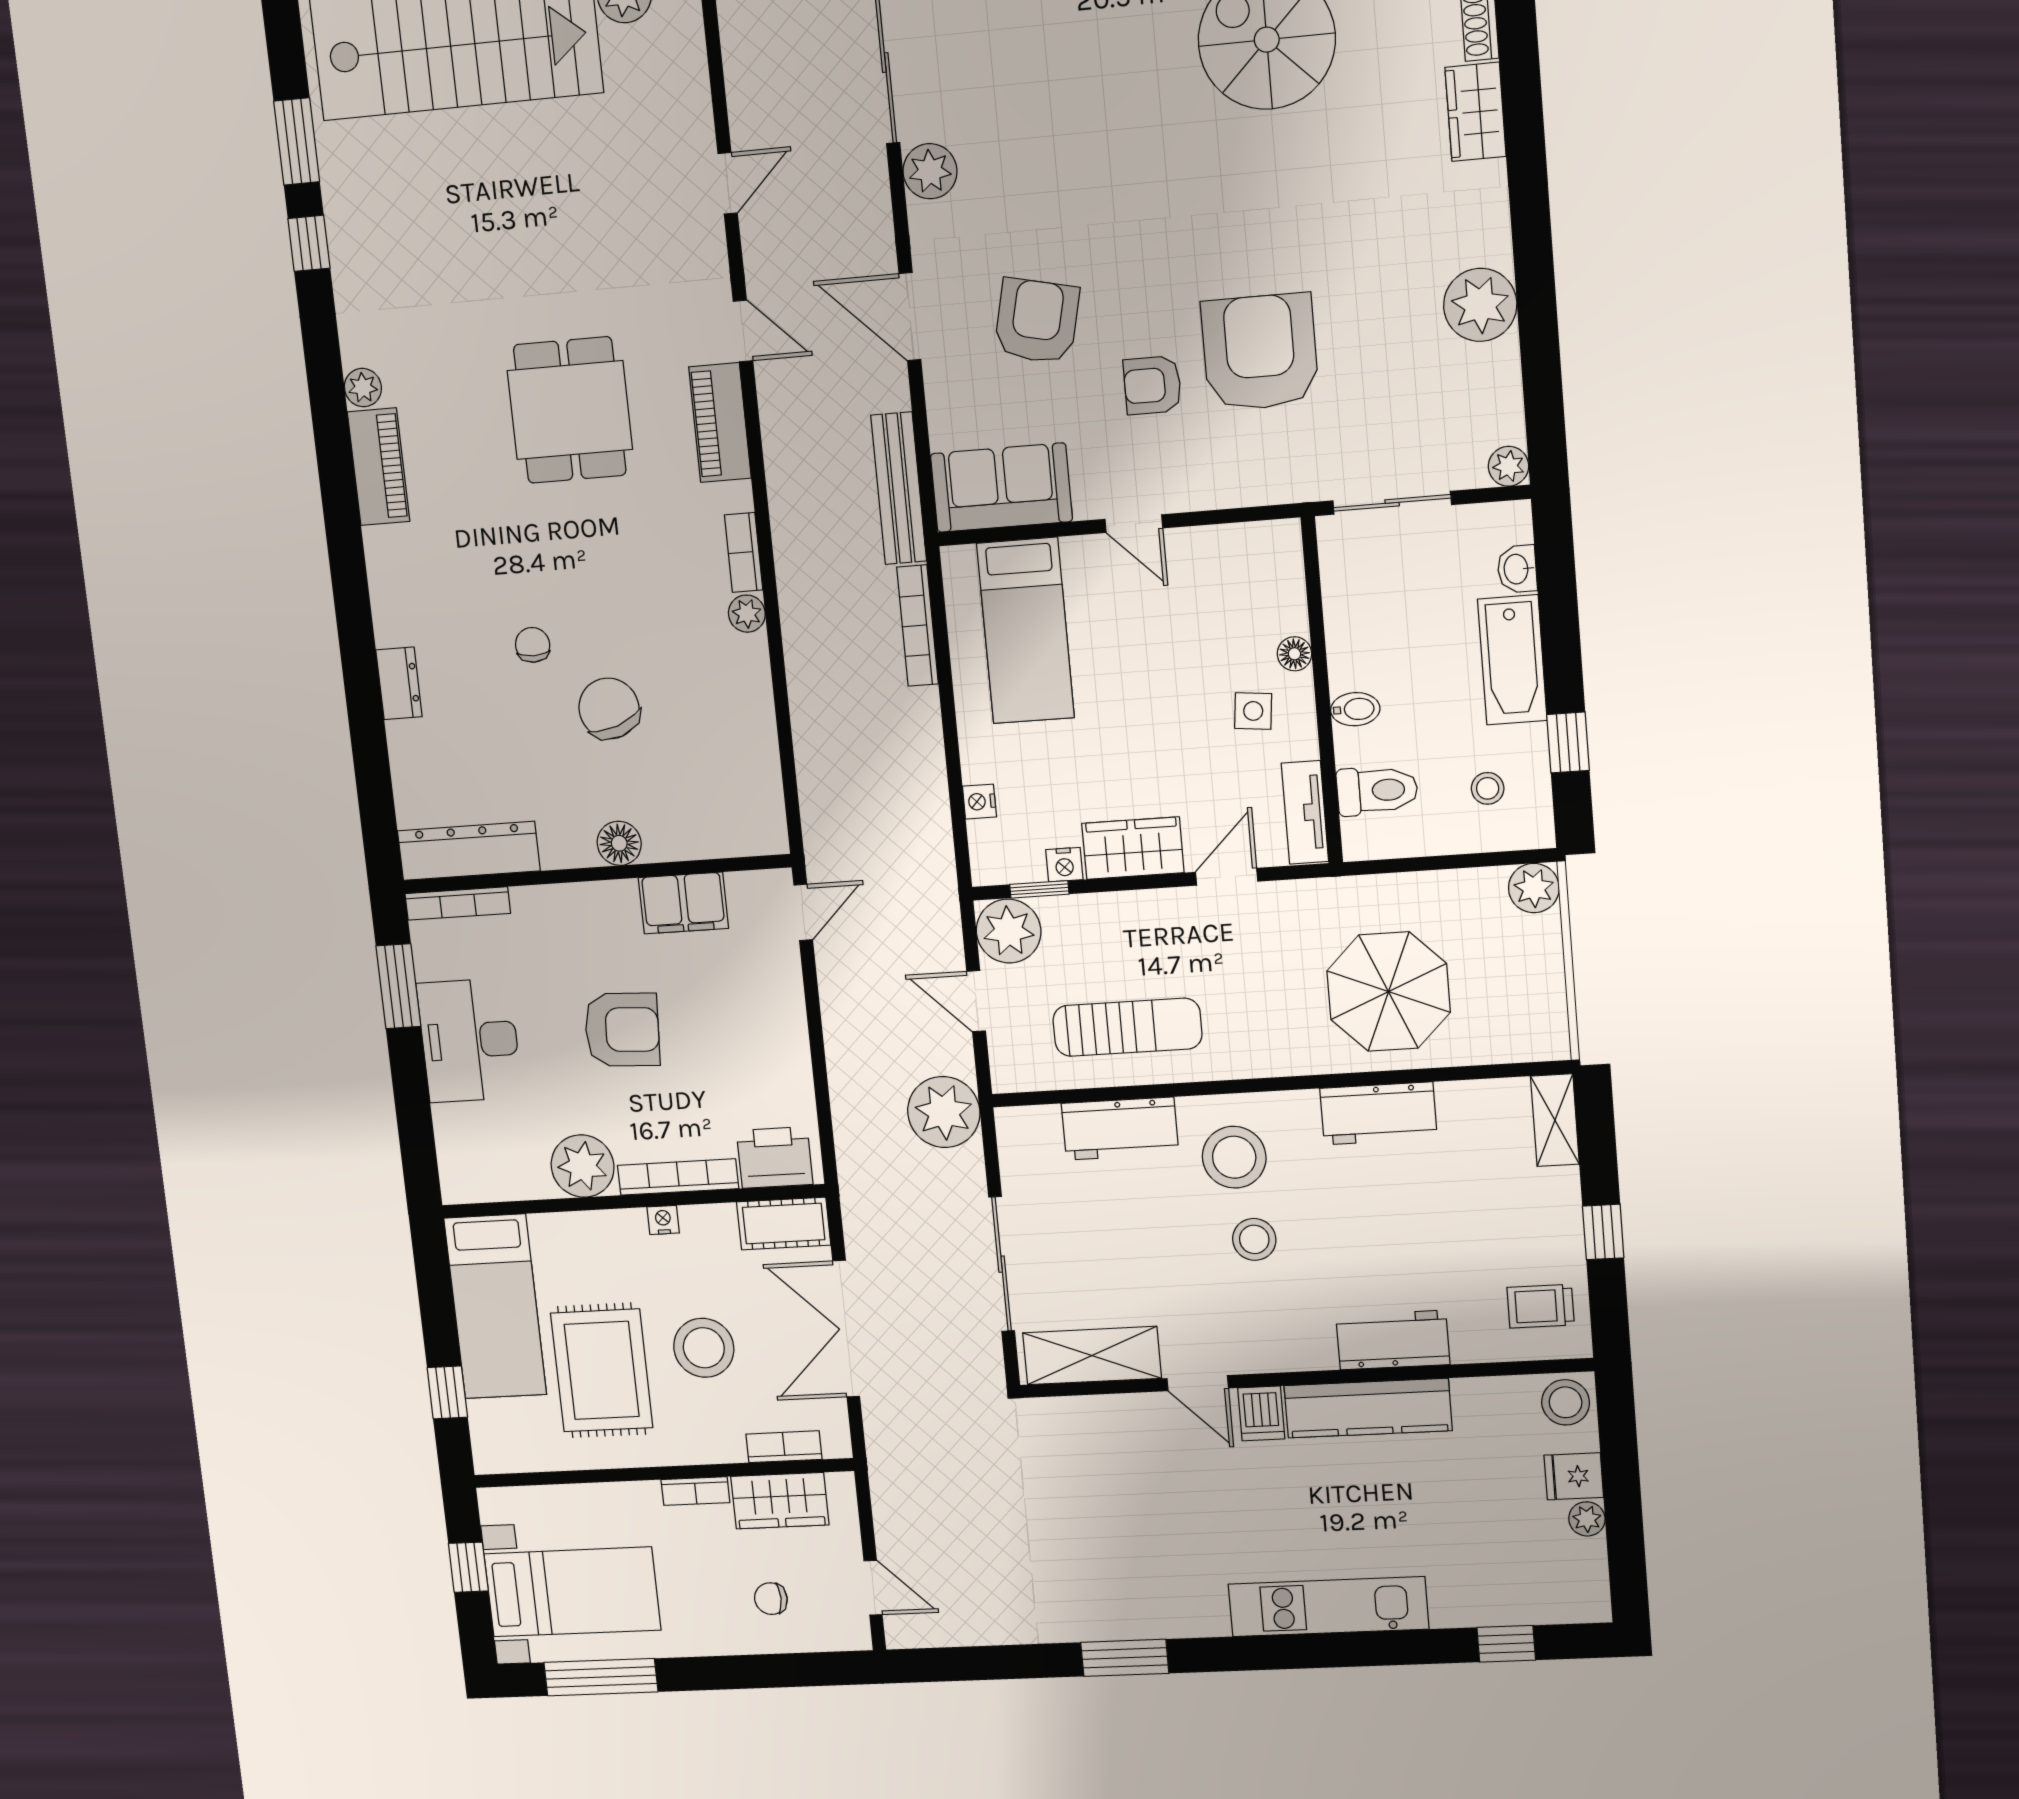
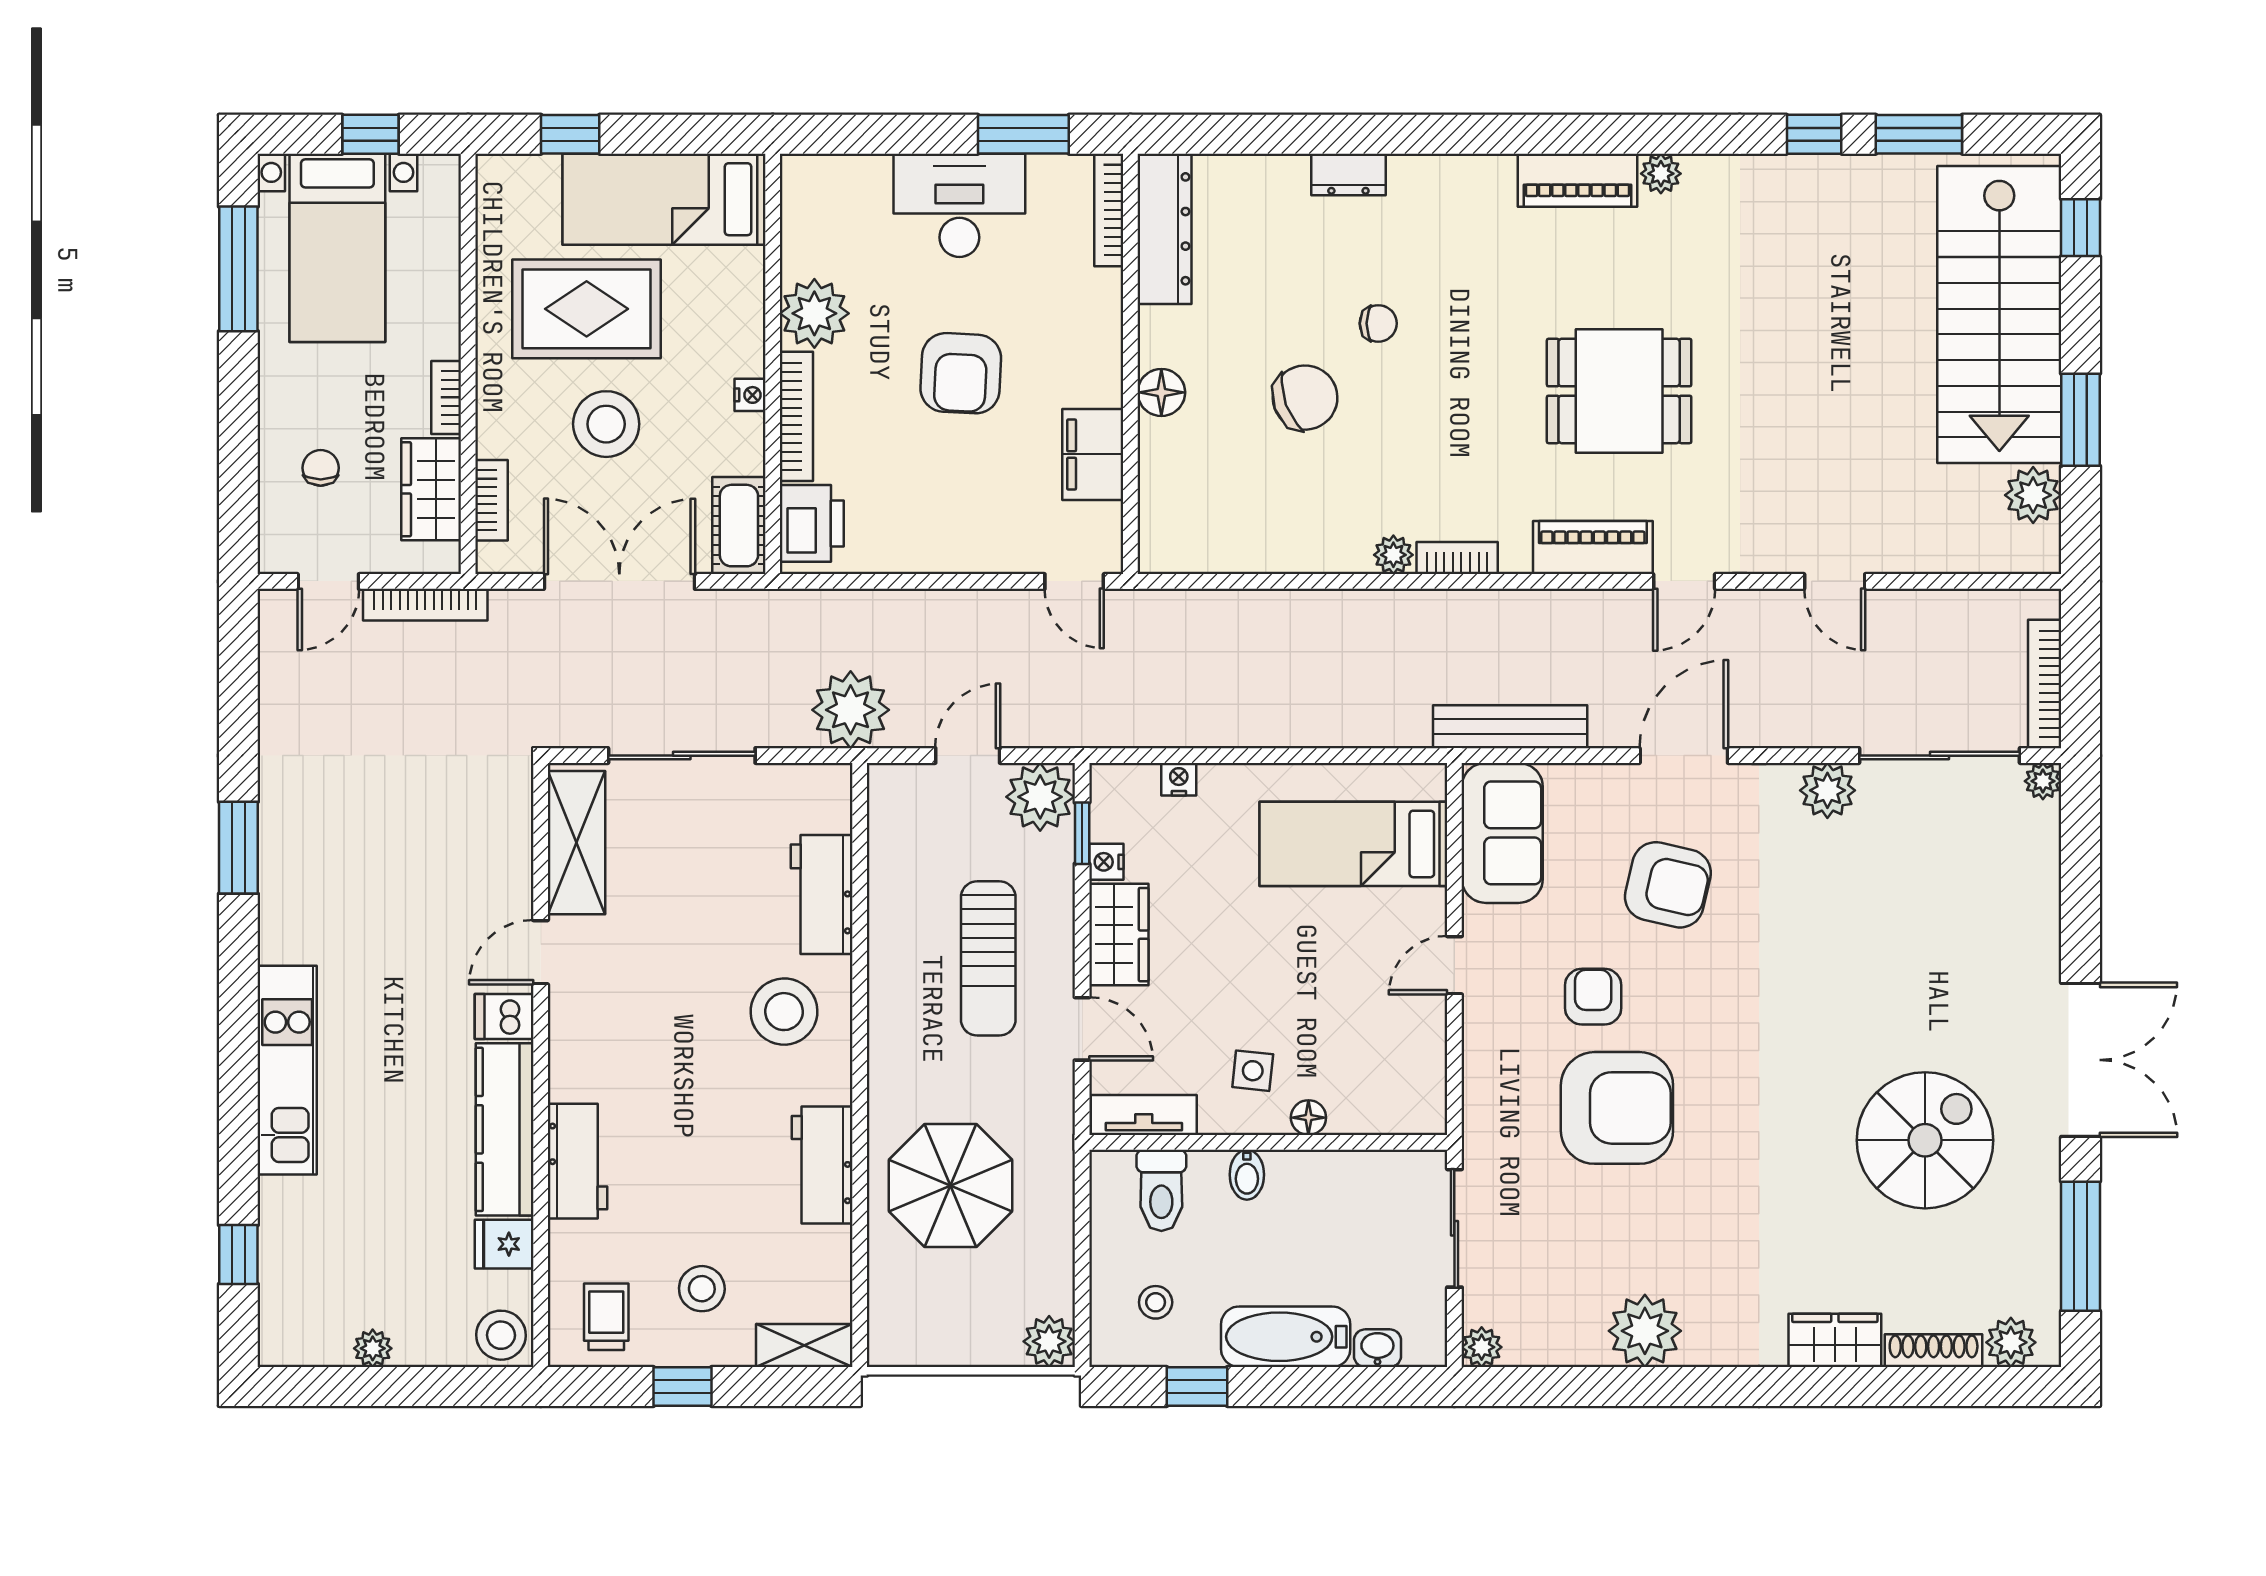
bookcase: (918, 626) -> (425, 605), moved, turned 180
sun lounger: (1127, 1027) -> (988, 958), moved
stool: (1254, 1239) -> (702, 1289), moved
fridge: (1574, 1476) -> (504, 1244), moved, turned -90

